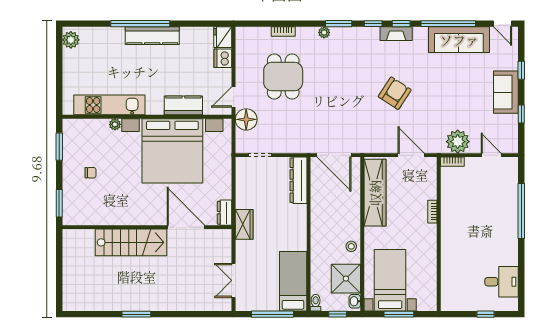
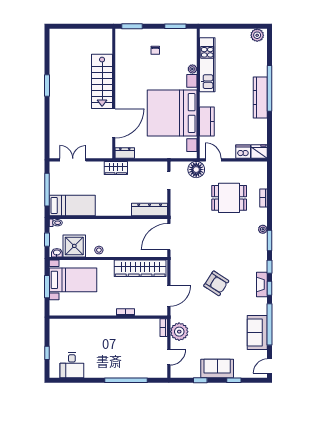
sofa: (459, 40) -> (257, 333), width x0.73

